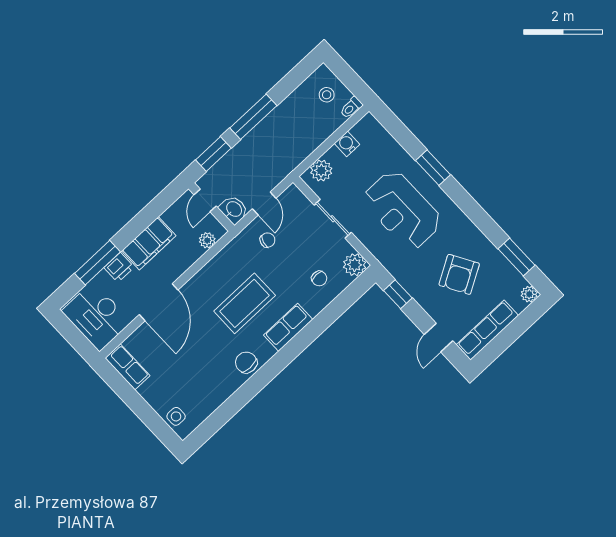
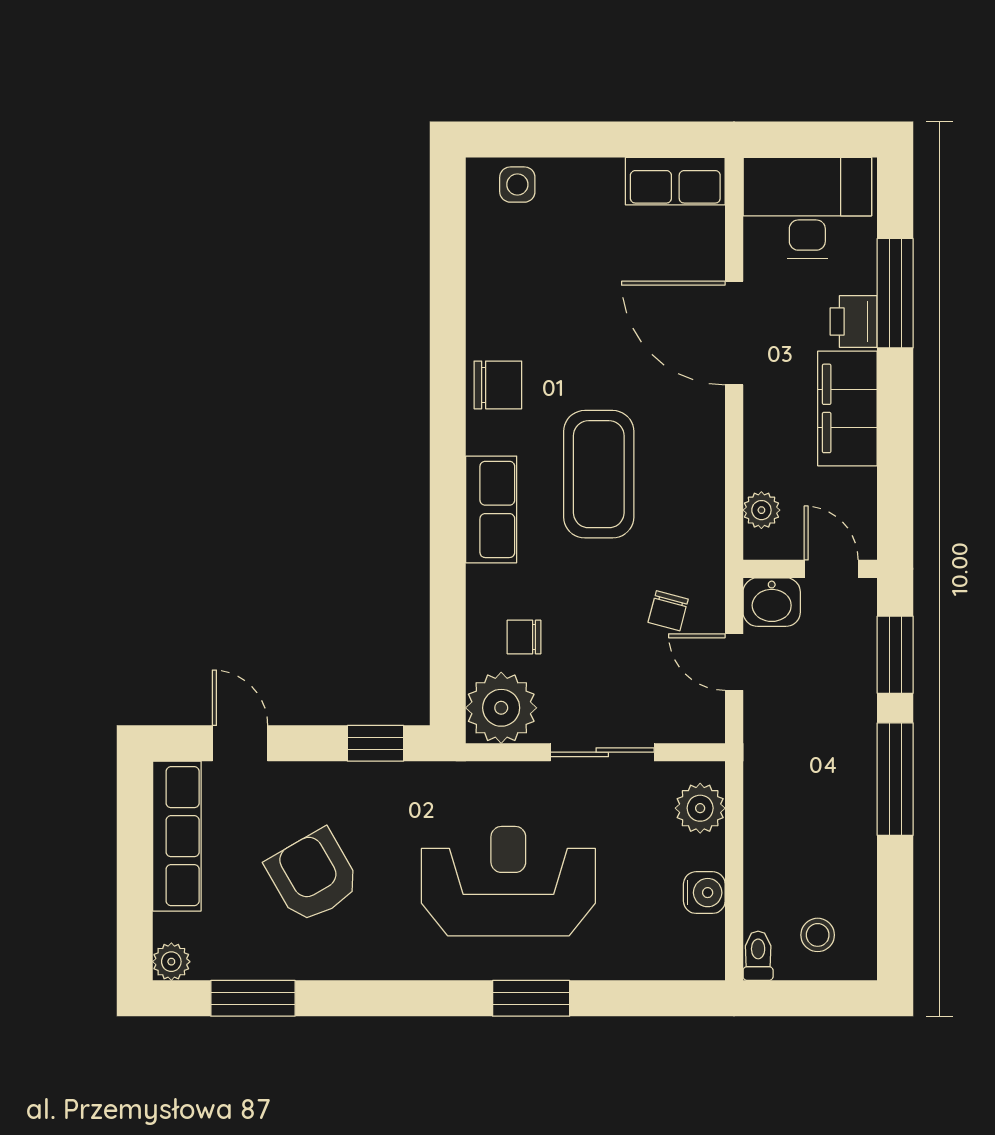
plant: (355, 265) -> (501, 708), width x1.36, depth x1.36

